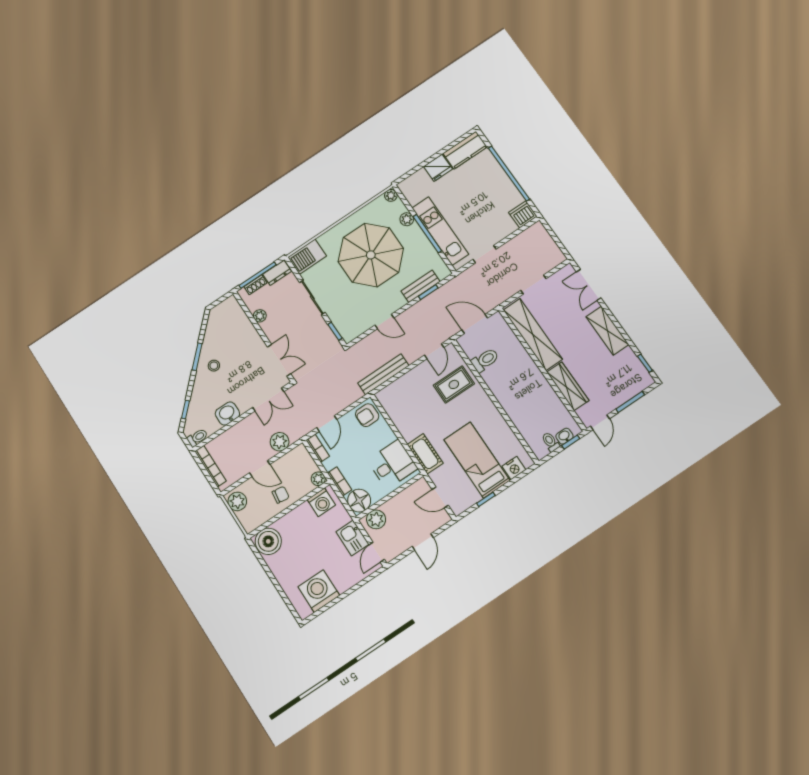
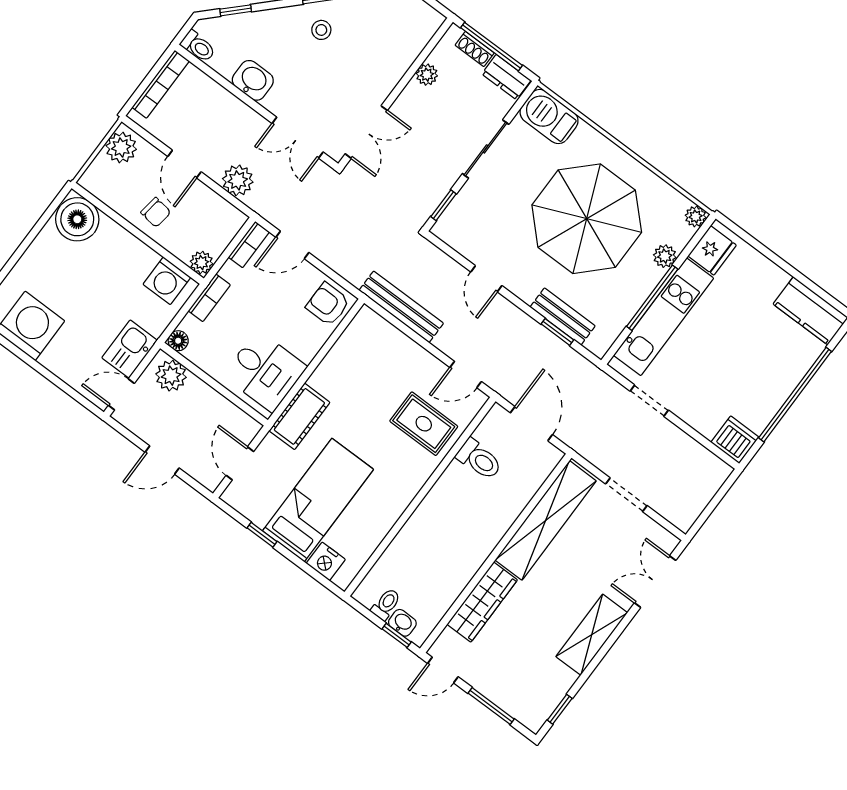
fridge: (438, 168) -> (712, 250), moved, turned -90
floor lamp: (359, 501) -> (178, 341), width x0.53, depth x0.53

